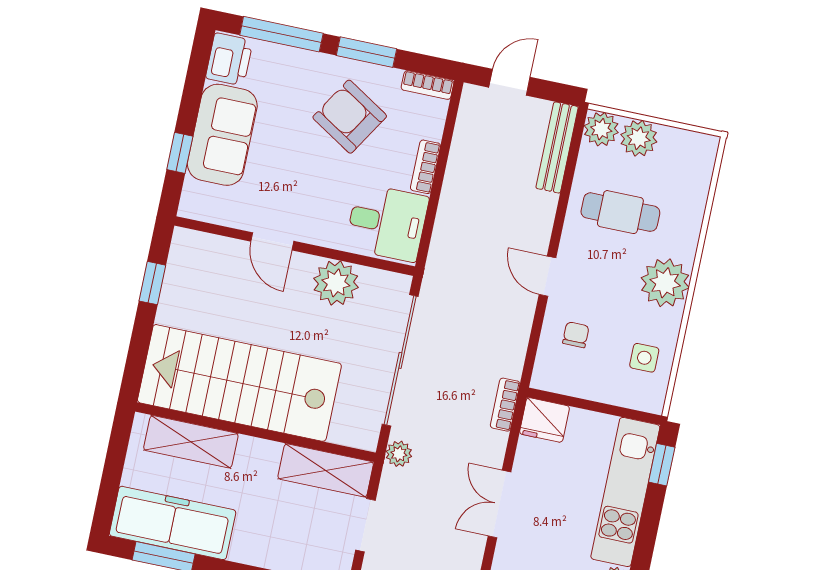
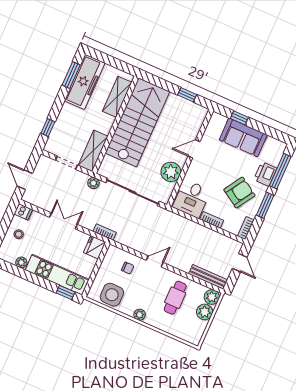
printer: (229, 59) -> (265, 174), moved, turned 90
plant: (665, 283) -> (140, 315), width x0.53, depth x0.53
side table: (644, 358) -> (112, 295), width x1.87, depth x1.87

